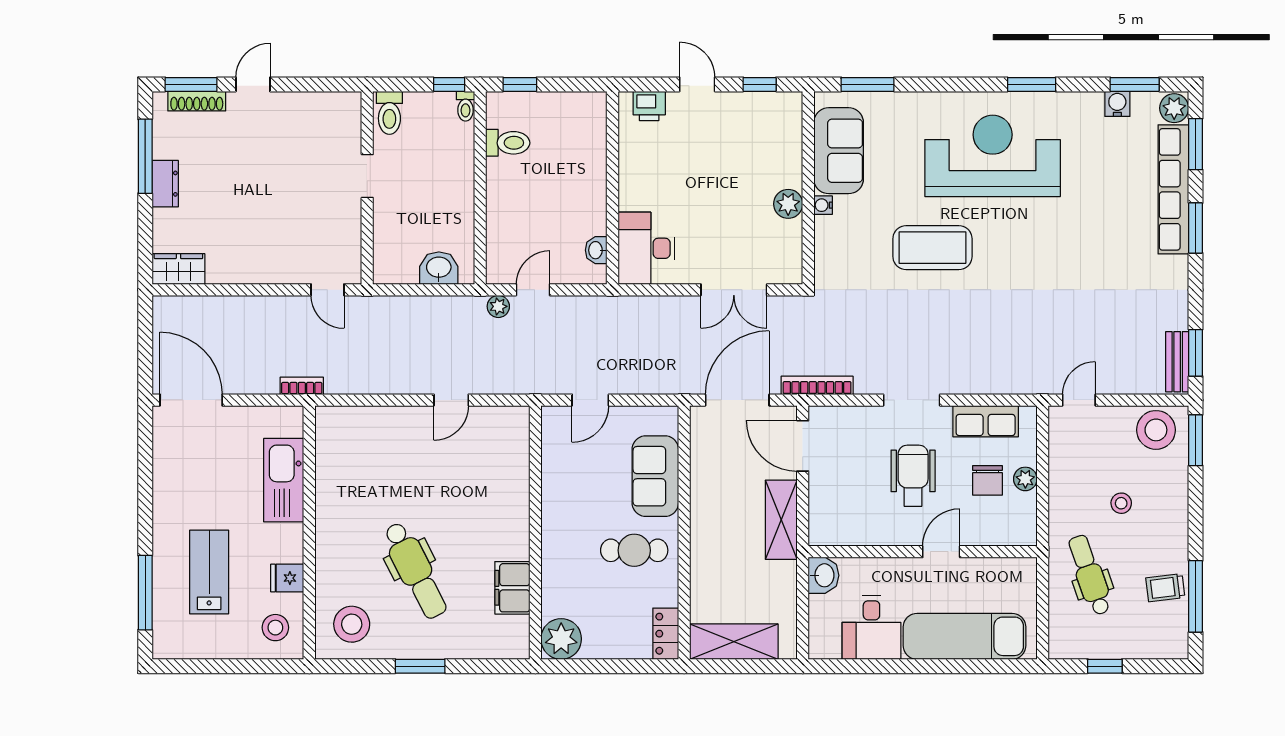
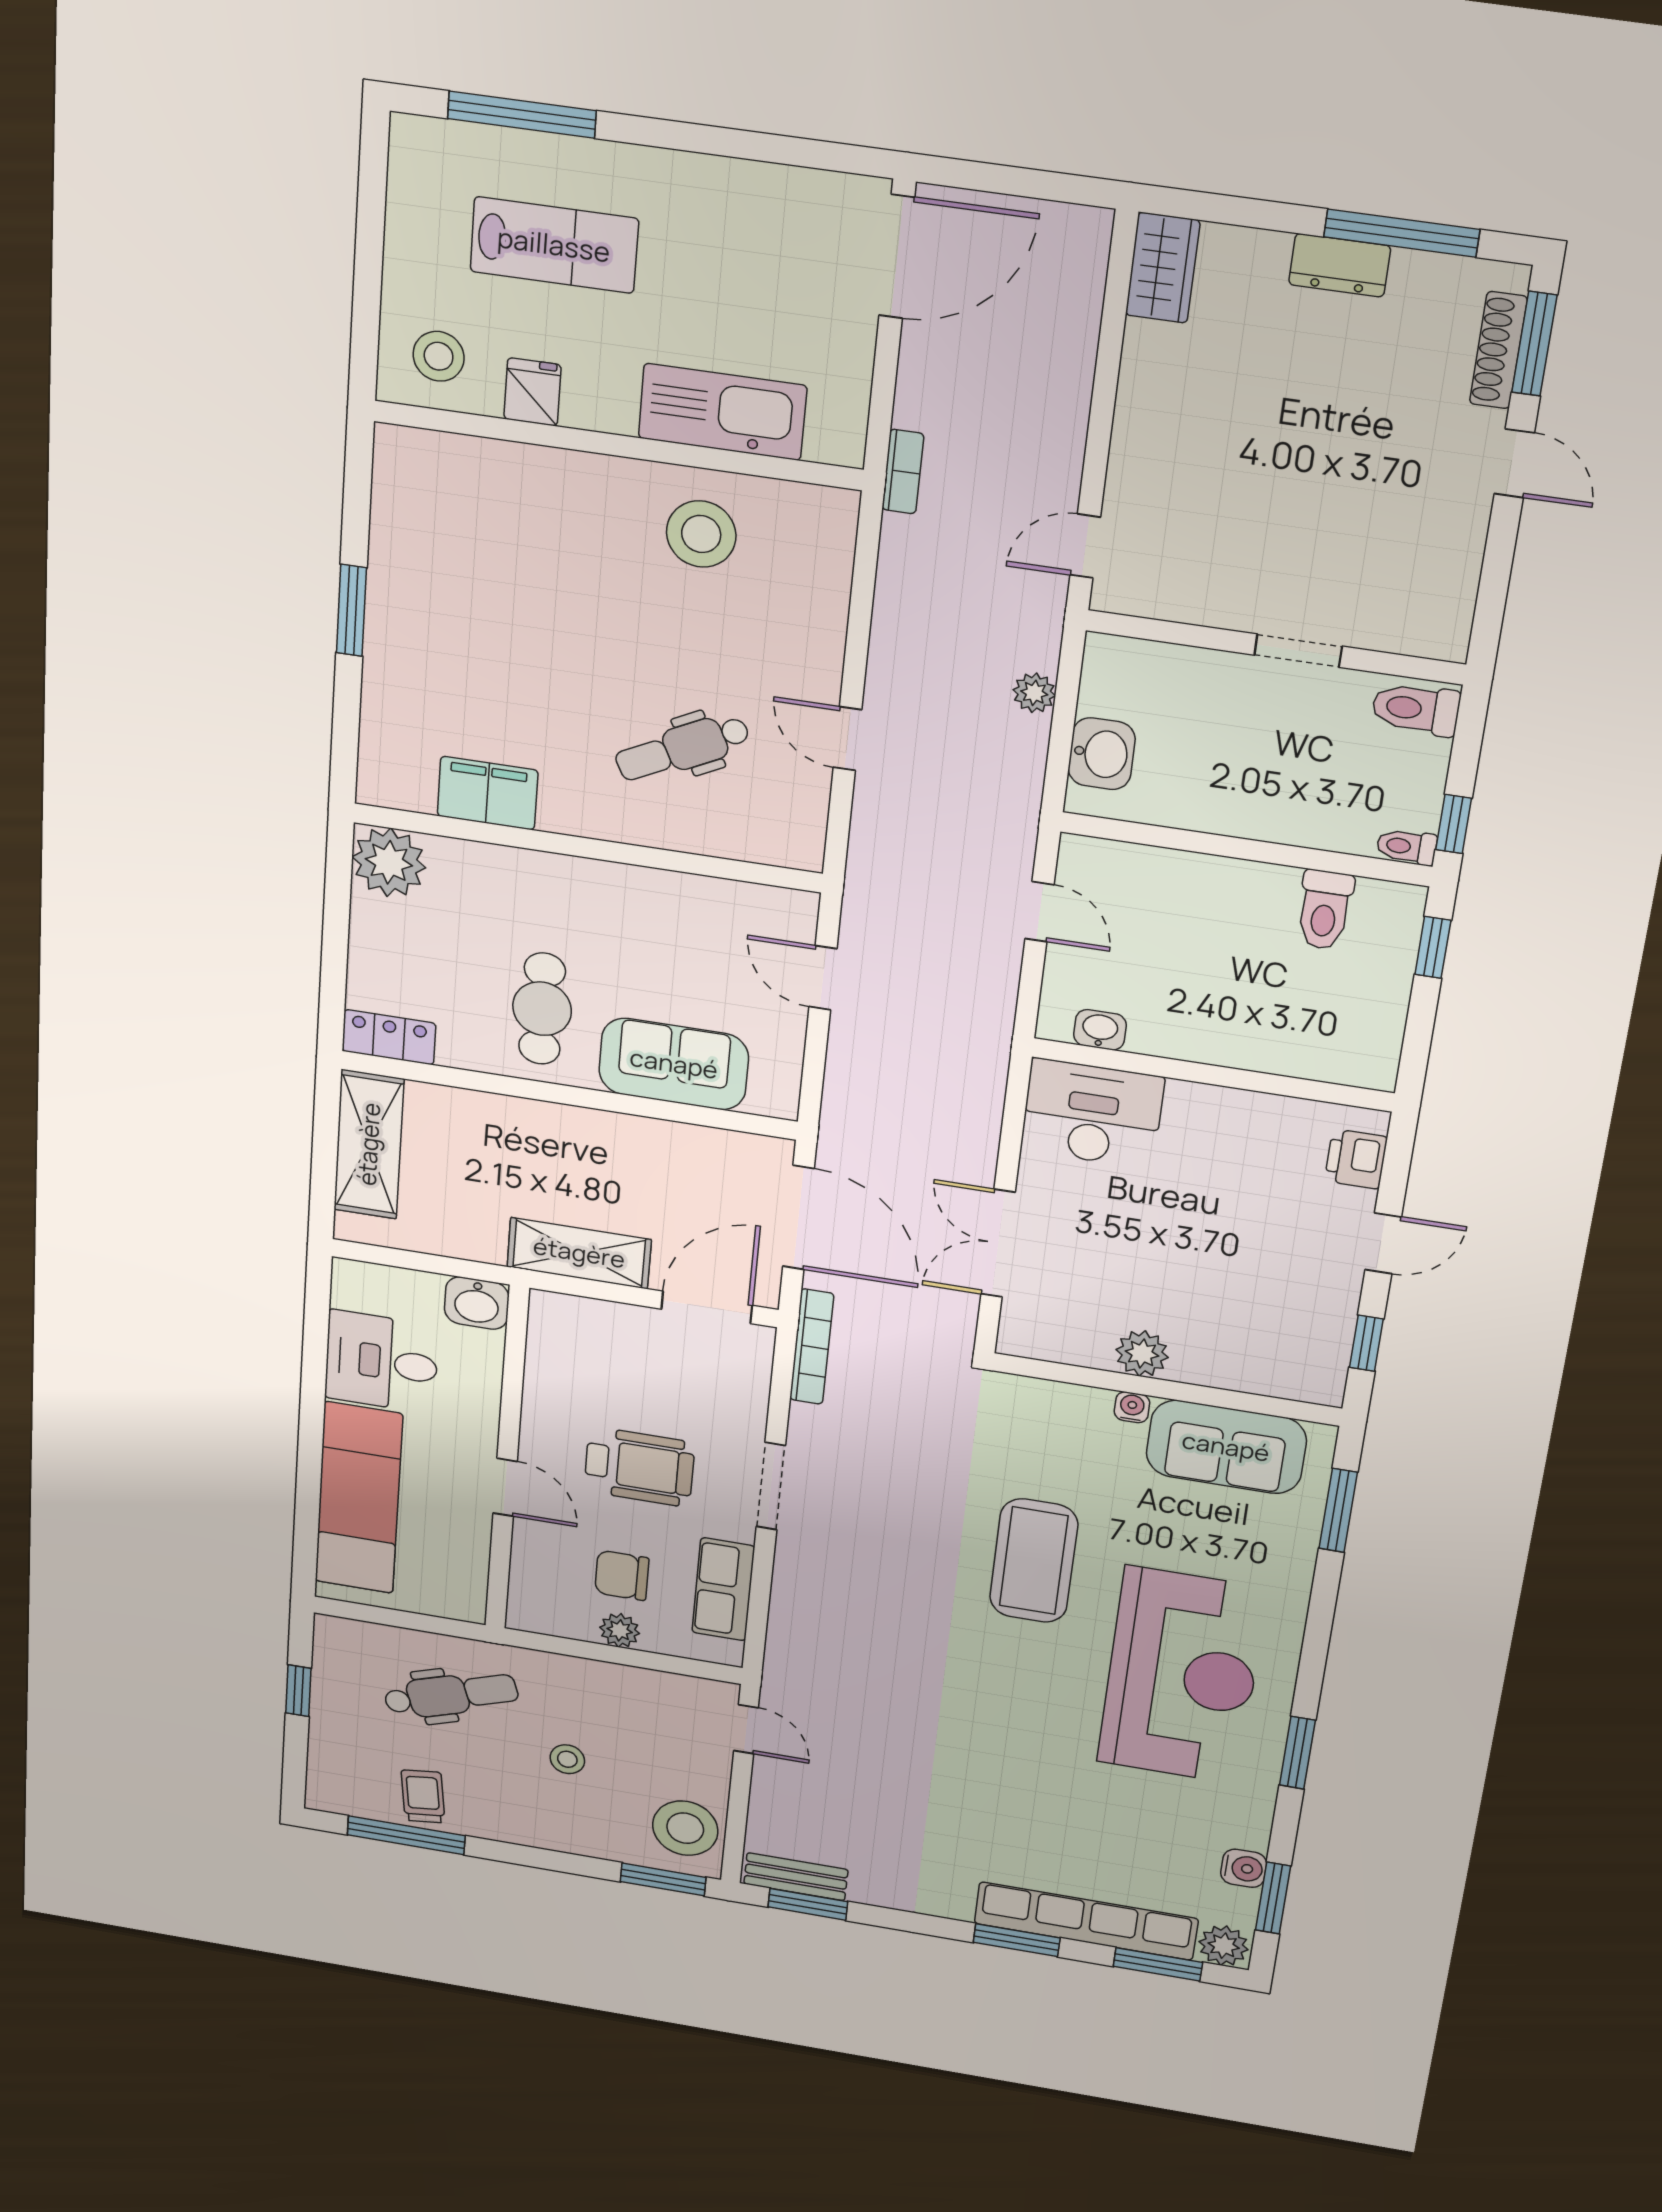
plant: (498, 306) -> (1034, 693), moved
dental chair: (415, 570) -> (682, 748), moved, width x0.73, depth x0.72
stool: (352, 624) -> (701, 534), moved

